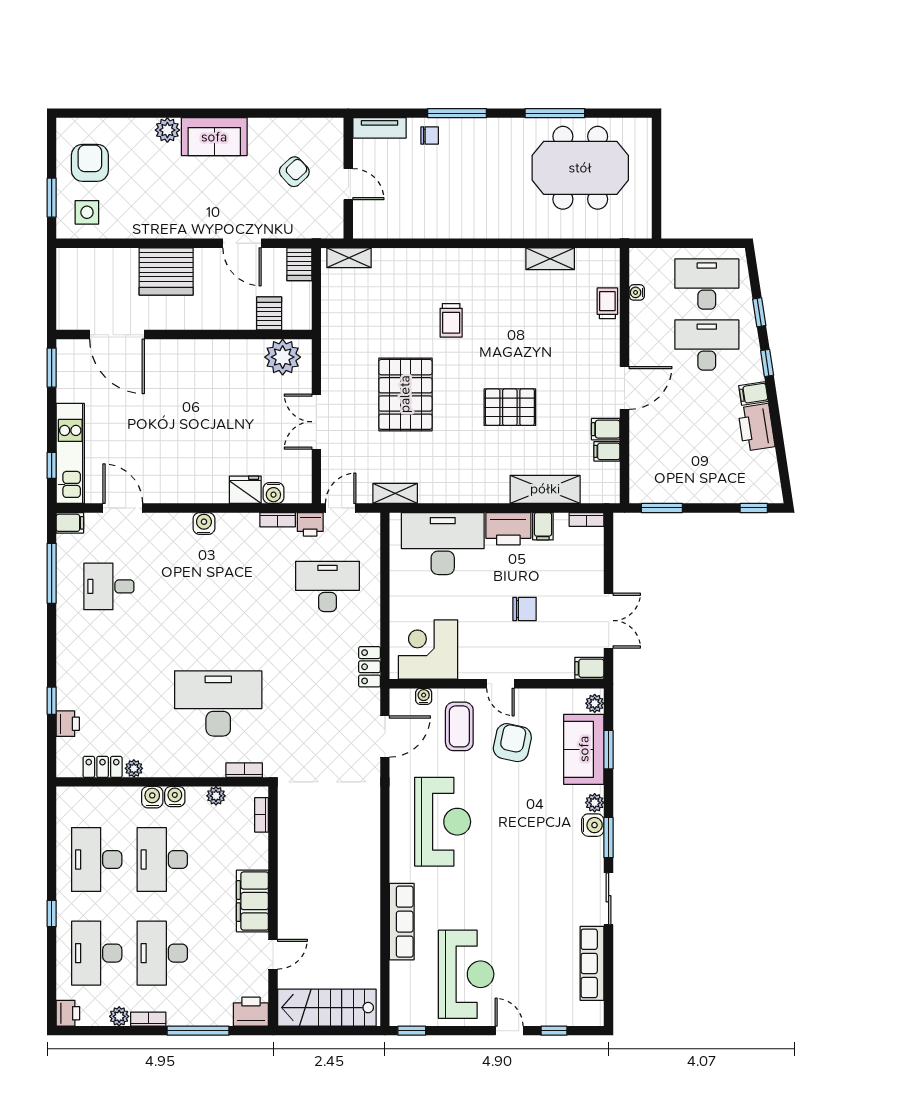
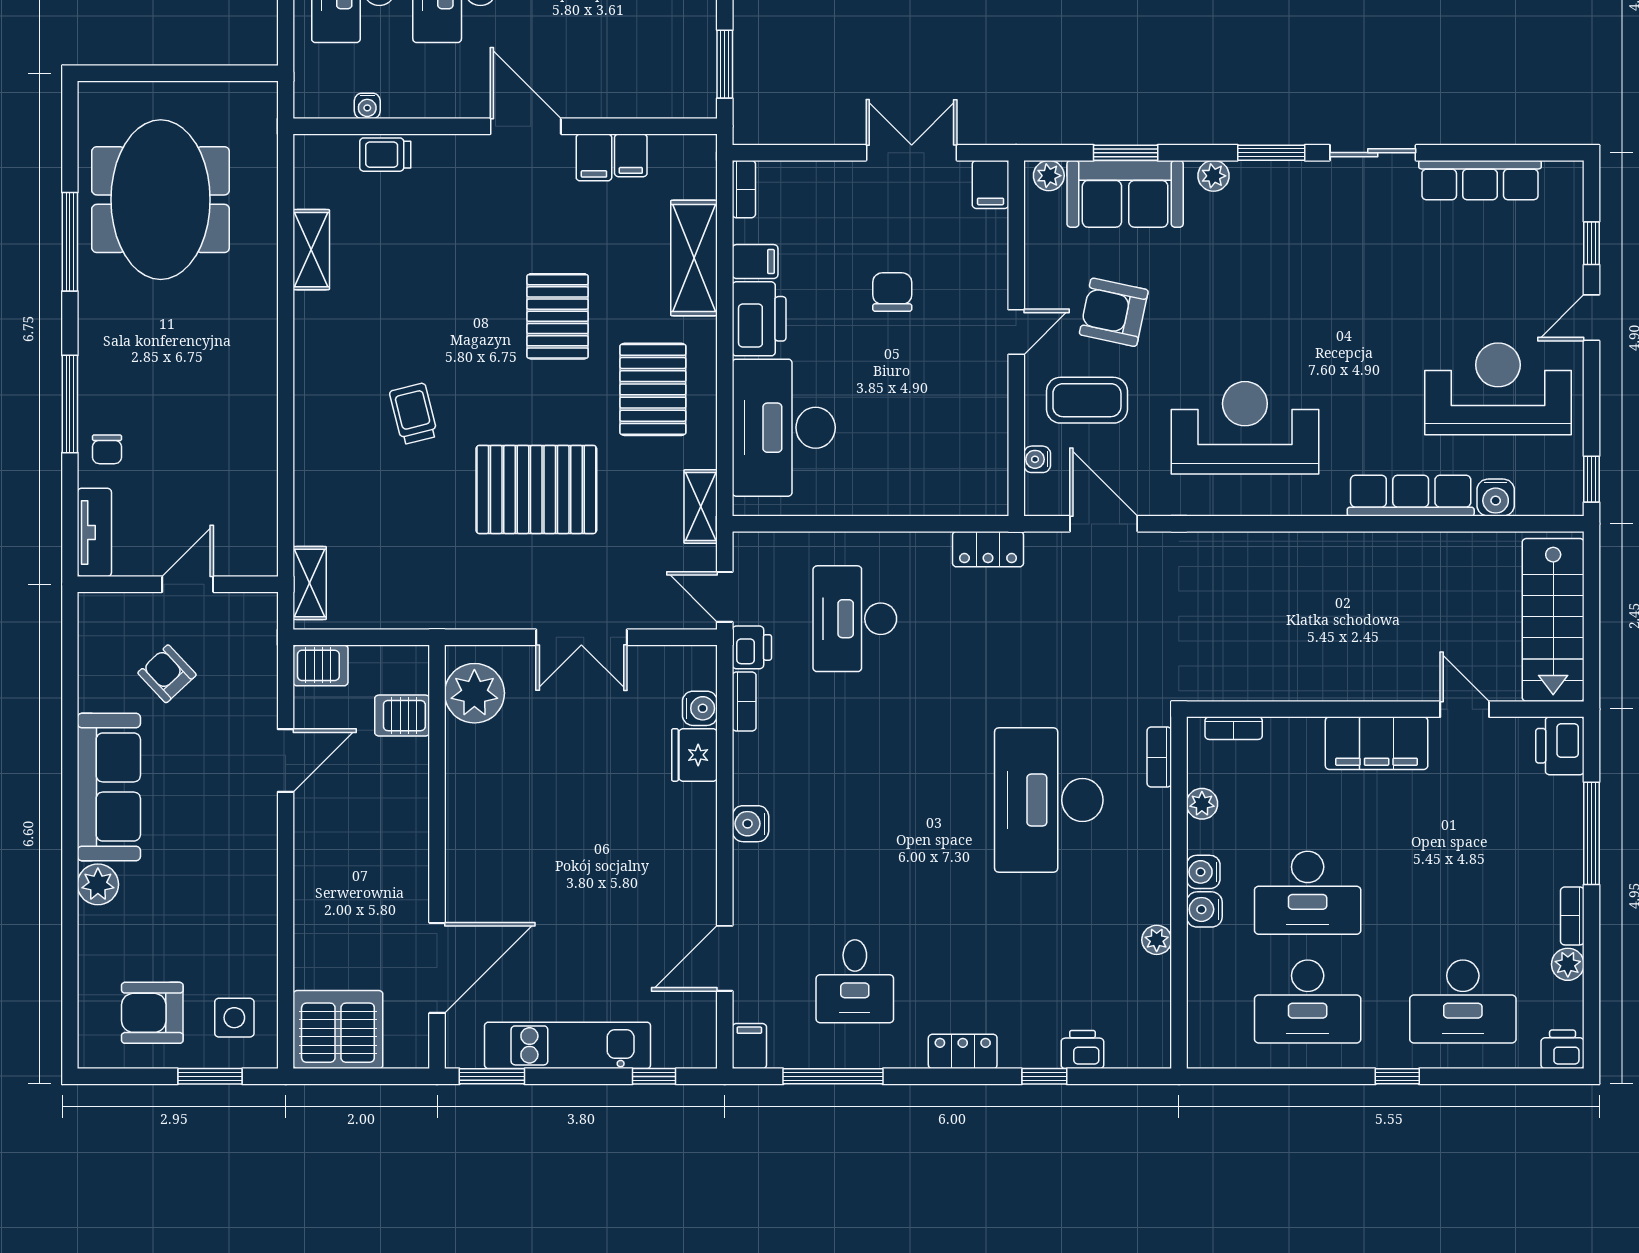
chair: (430, 136) -> (107, 449), turned 180
sofa: (214, 137) -> (109, 787), width x1.36
server rack: (166, 271) -> (338, 1030), moved, turned -90
trolley: (451, 320) -> (413, 414), turned -104
kitchen unit: (70, 453) -> (568, 1045), moved
pallet: (466, 465) -> (653, 389), added
corner desk: (428, 650) -> (960, 452), removed
locker: (103, 767) -> (963, 1051), moved, turned 90
water cooler: (593, 825) -> (1496, 498), moved, turned 180
desk: (162, 953) -> (1463, 893), removed

